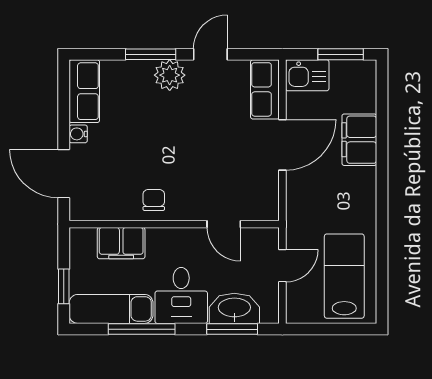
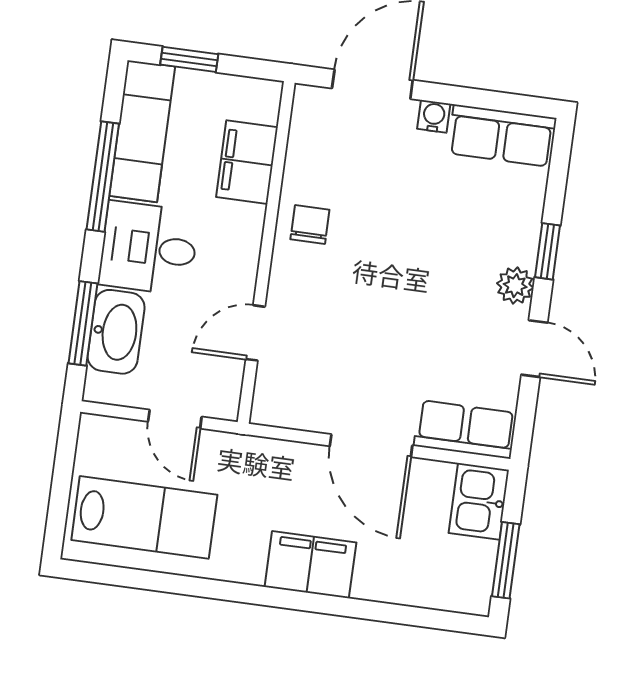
window: (151, 54) -> (548, 251), width x0.67
plant: (170, 75) -> (515, 286), width x0.73, depth x0.73
filing cabinet: (359, 140) -> (310, 565), moved
chair: (154, 200) -> (310, 225), turned -90

